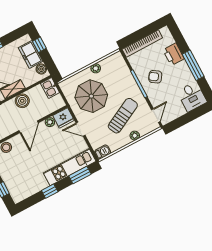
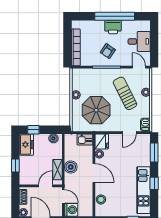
freezer: (31, 54) -> (26, 145), moved, turned -90
printer: (174, 54) -> (113, 27), moved
window: (193, 65) -> (115, 16), width x1.46
kitchen sink: (50, 88) -> (85, 139), moved
desk: (192, 97) -> (139, 41), moved
door: (81, 129) -> (129, 133), moved
kitchen unit: (70, 167) -> (143, 190), moved

